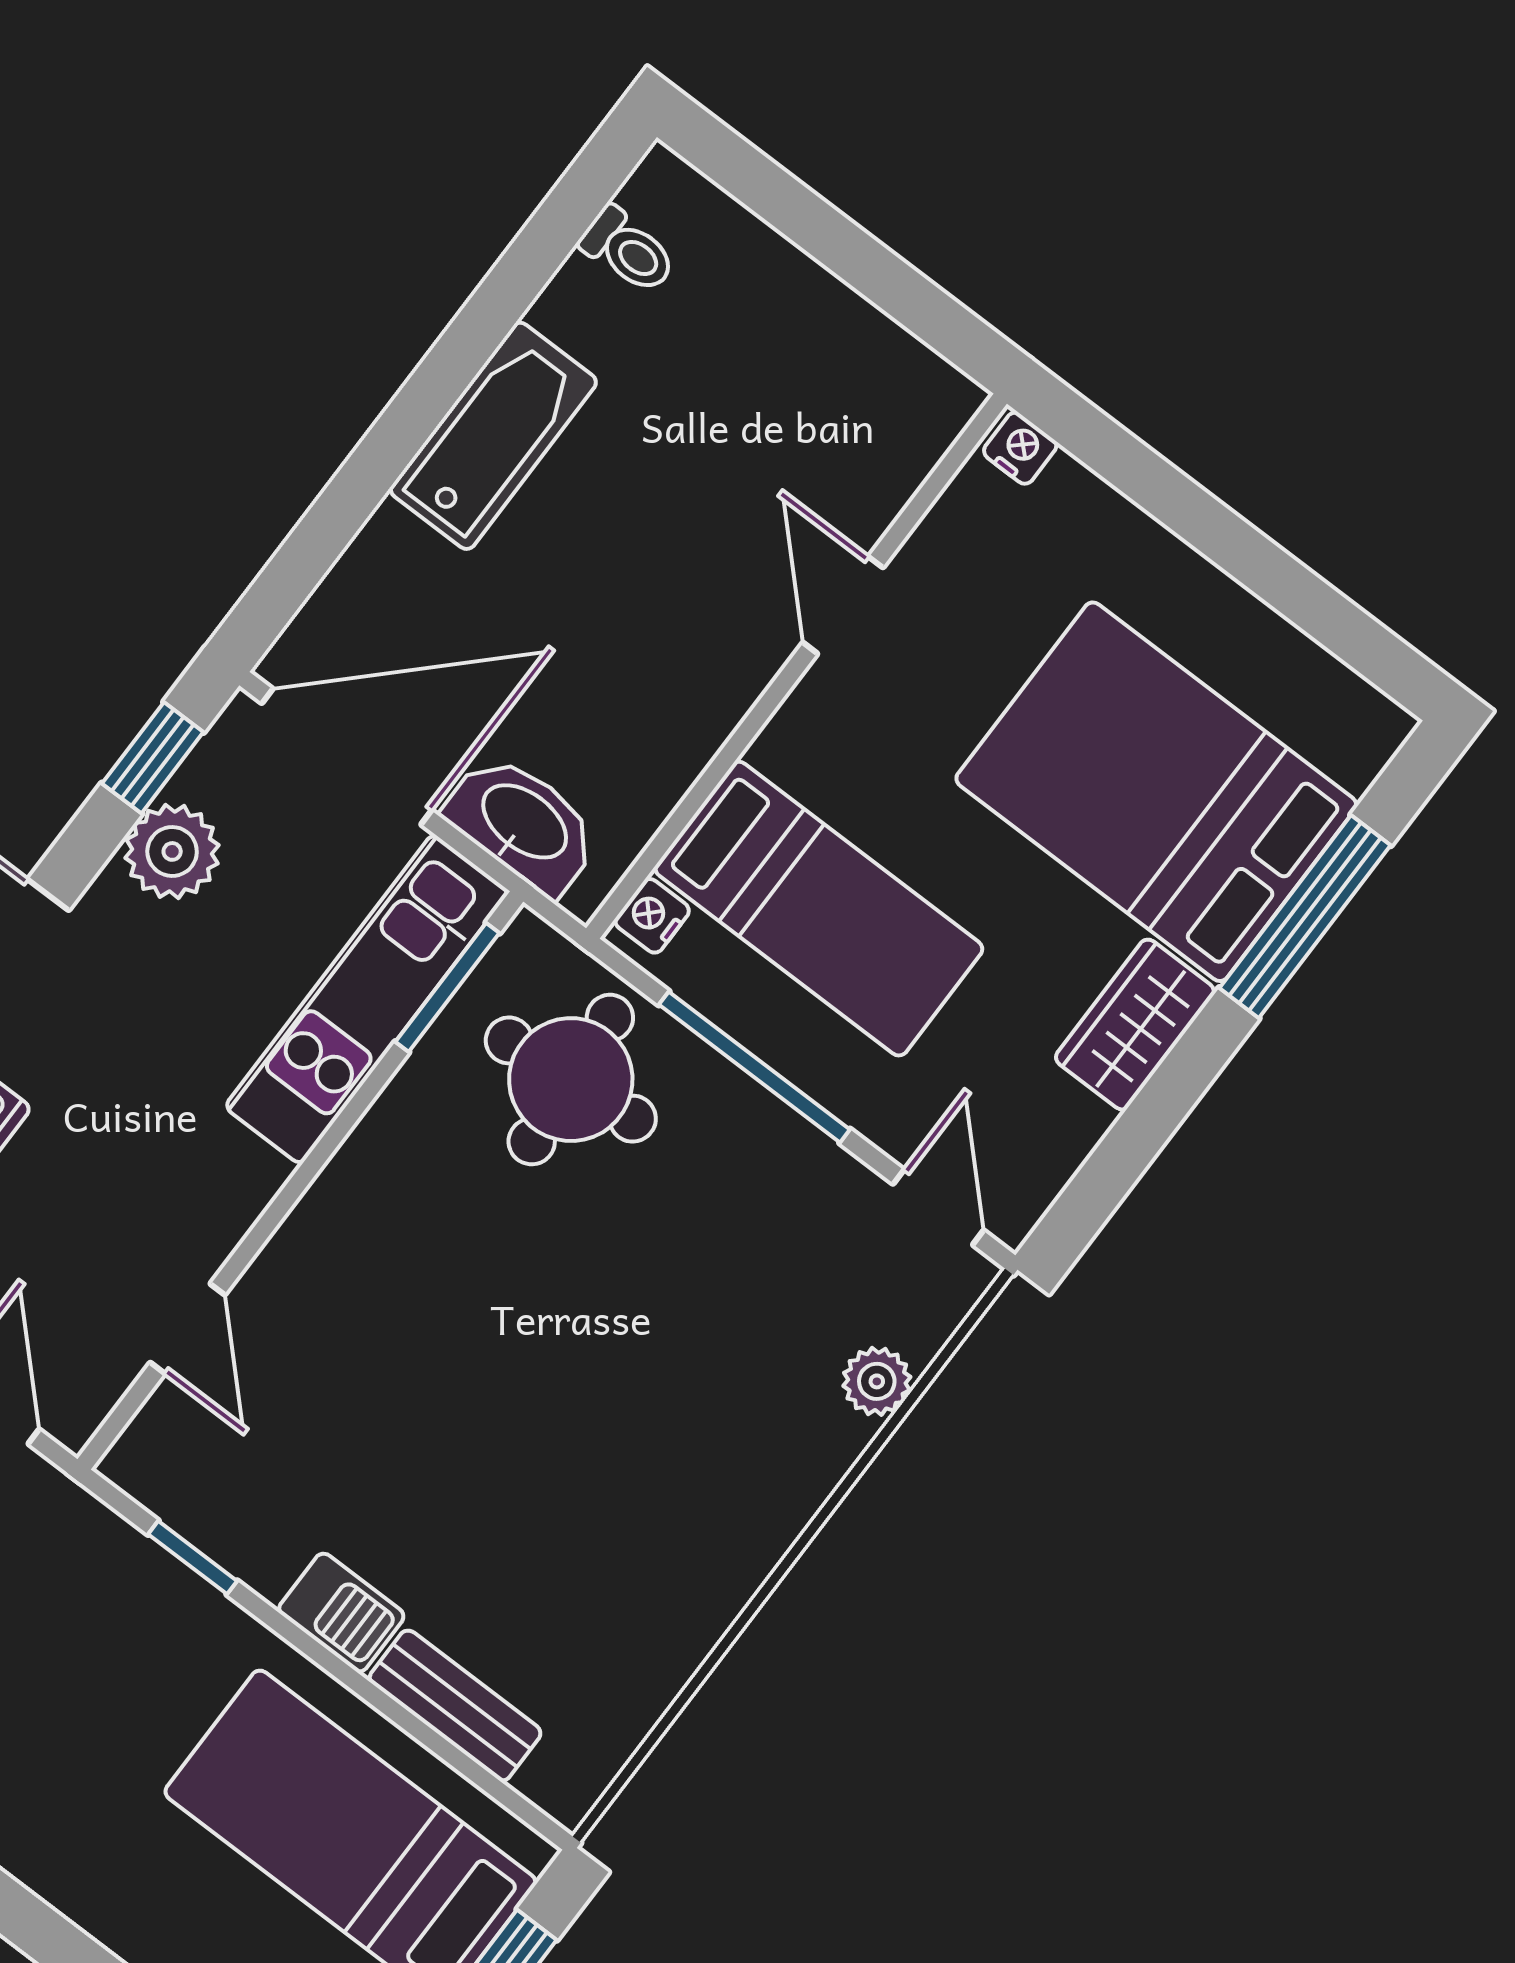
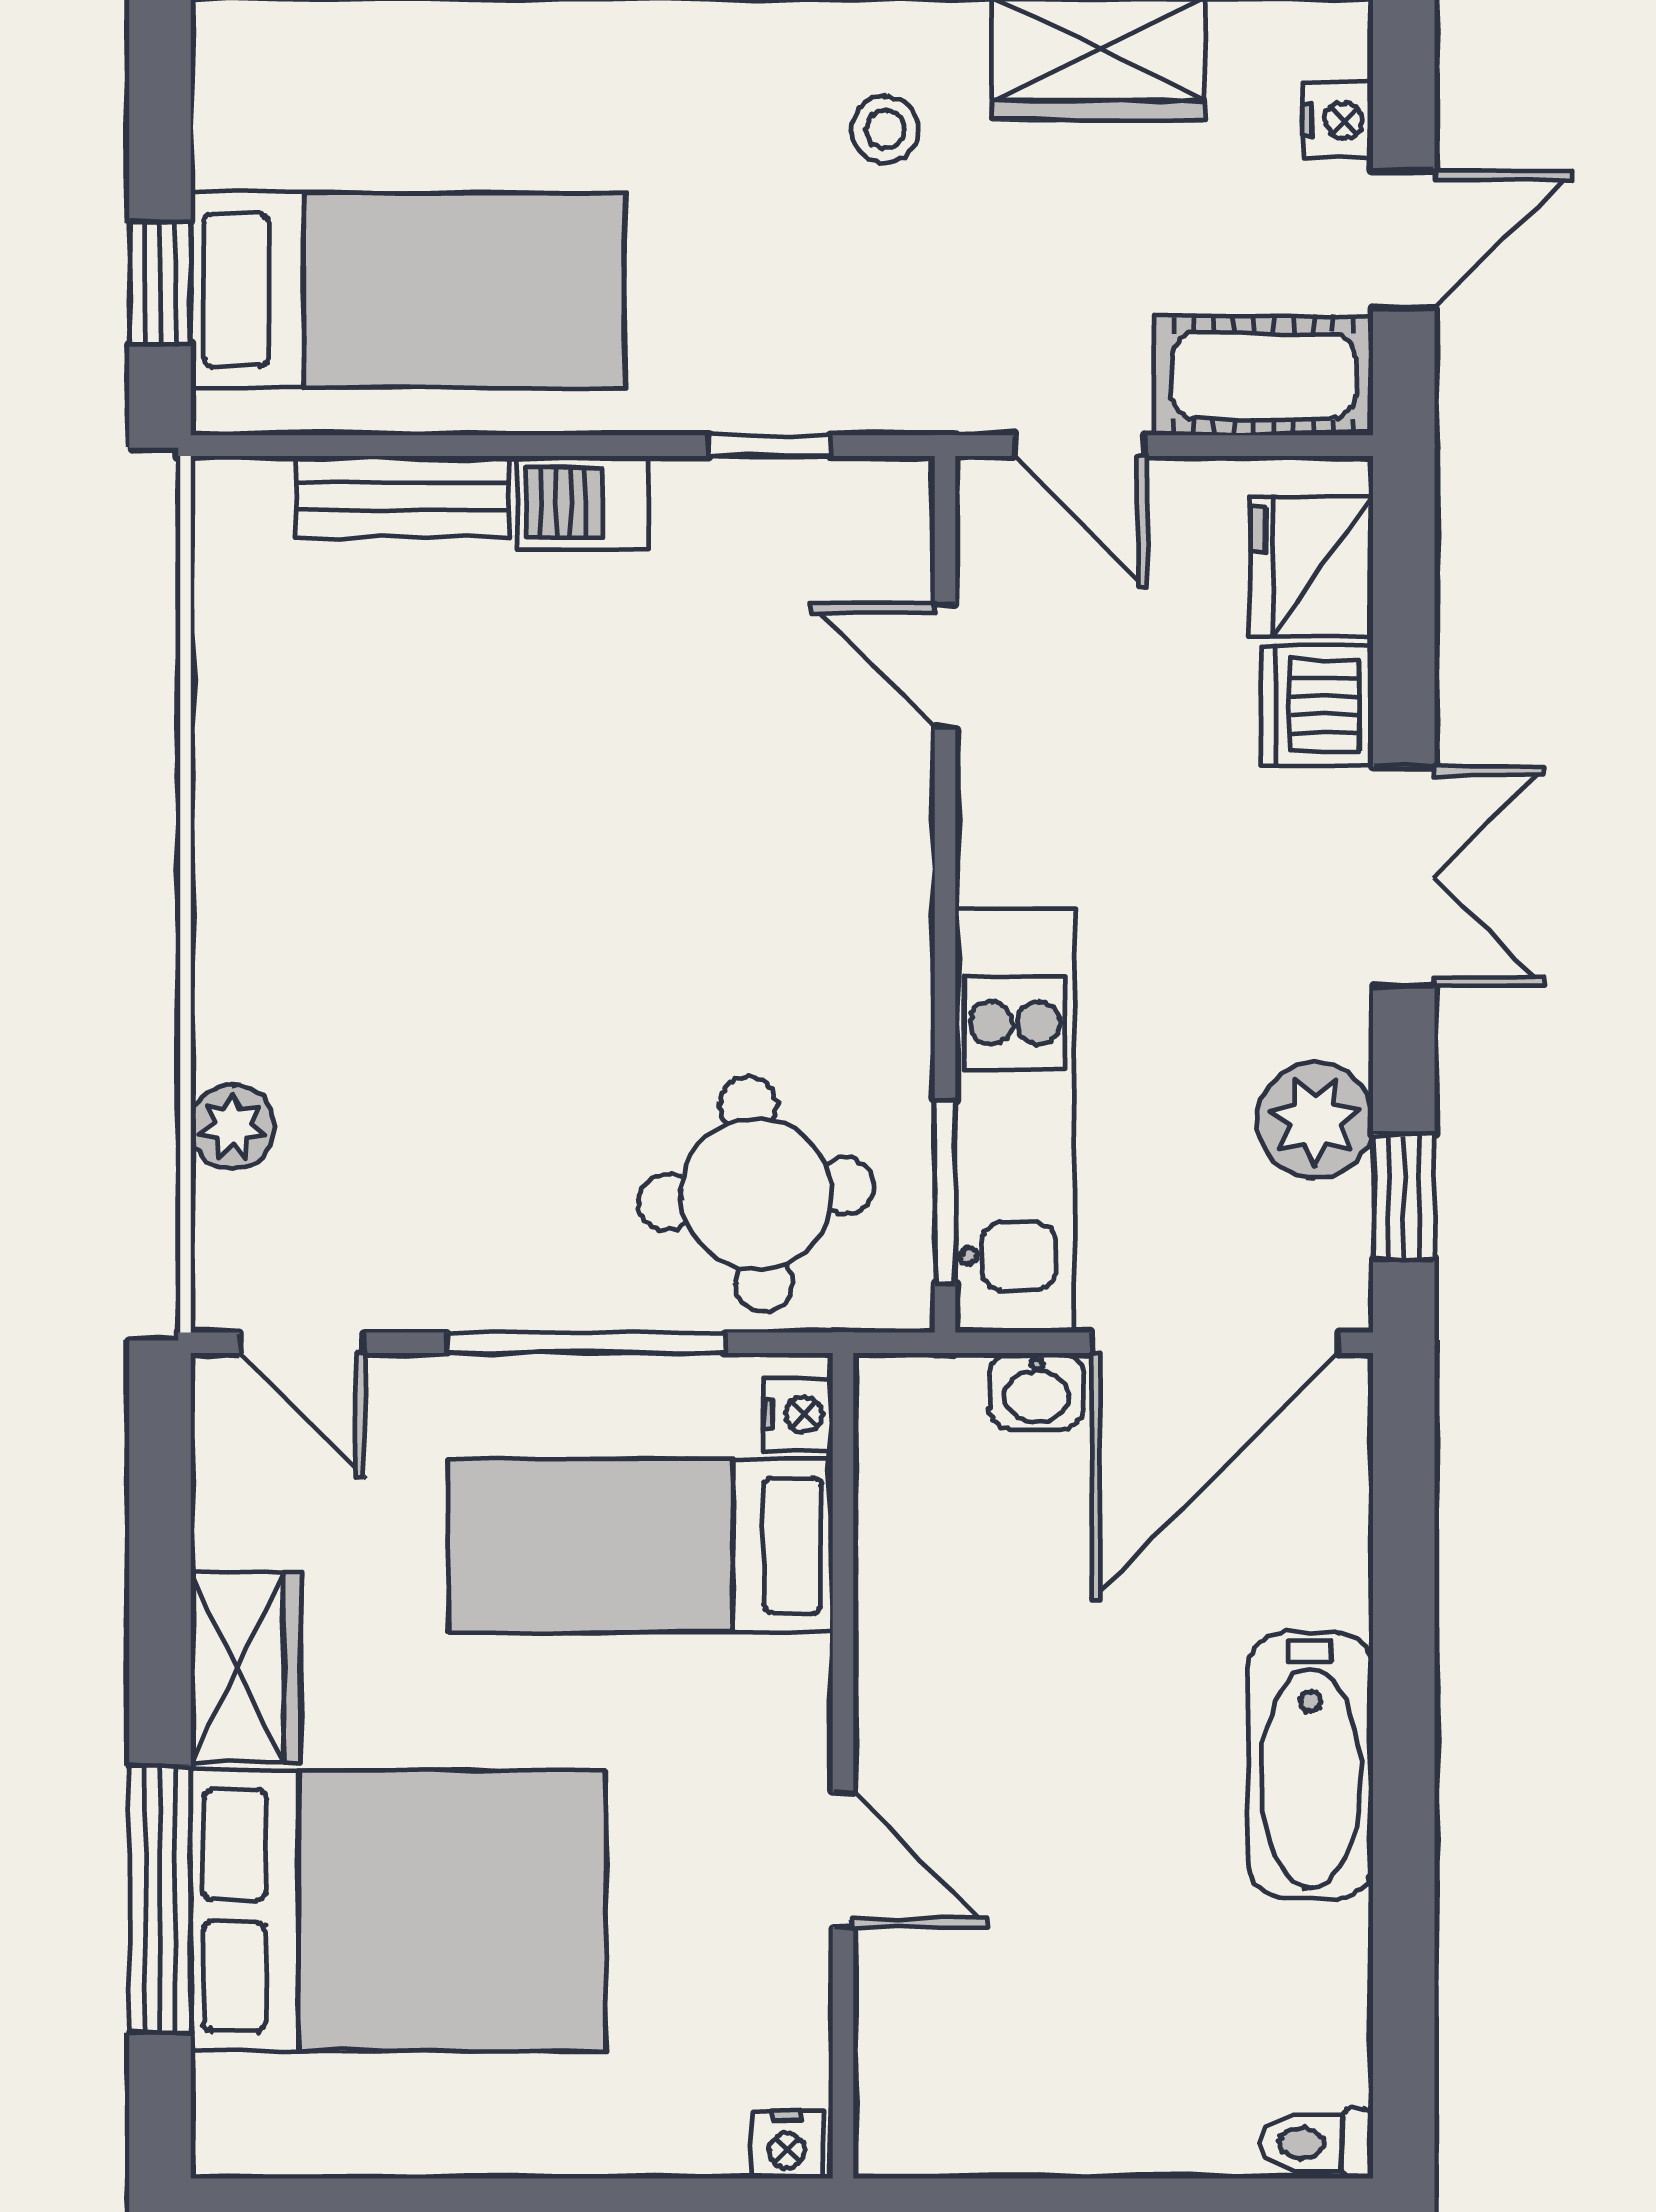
toilet: (628, 250) -> (1317, 2143), moved
washbasin: (523, 824) -> (1036, 1391), width x0.52, depth x0.69

